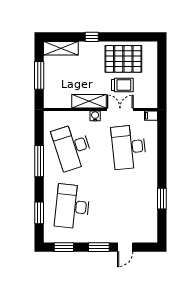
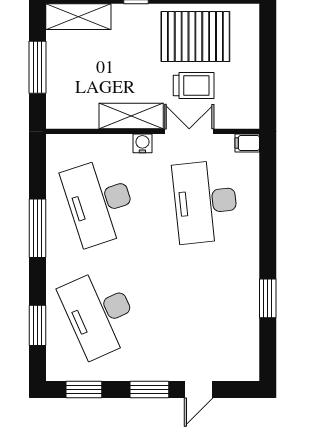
desk: (72, 206) -> (100, 313), turned -30

